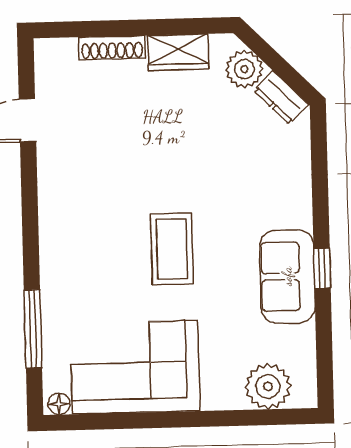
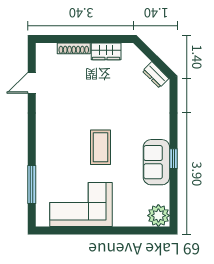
plant: (244, 69) -> (138, 61), removed
plant: (268, 386) -> (158, 216), moved
floor lamp: (59, 404) -> (43, 221), removed

